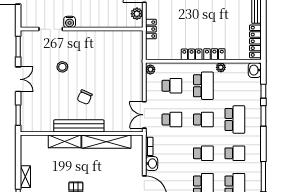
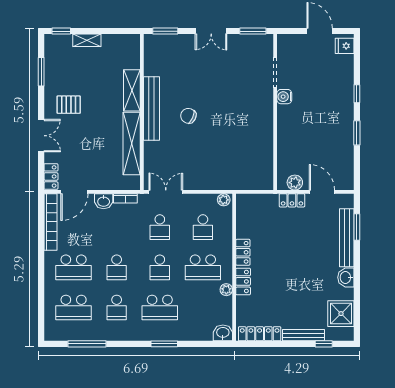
locker: (151, 29) -> (292, 200), moved
stool: (62, 67) -> (227, 87), removed
window: (263, 91) -> (196, 344), removed

